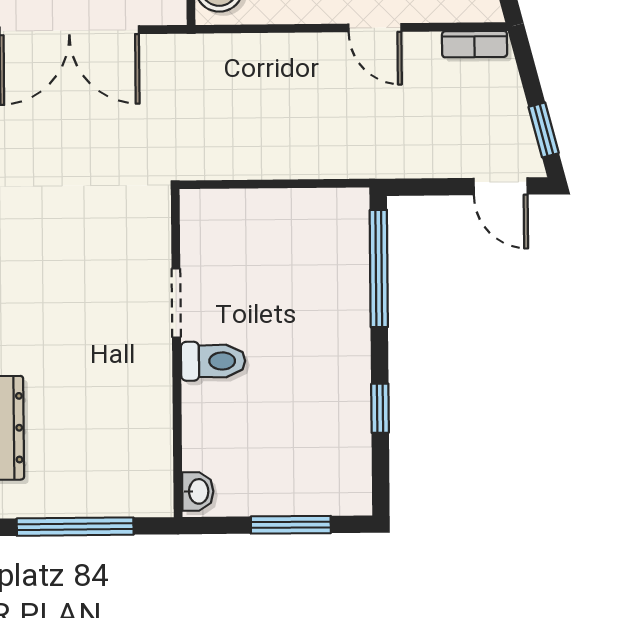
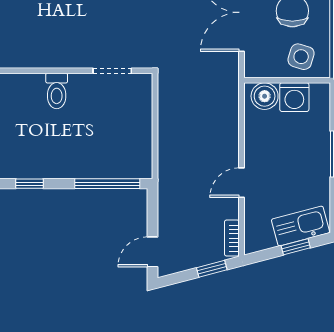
window: (544, 130) -> (212, 269), moved
doorway: (176, 303) -> (112, 71), moved

